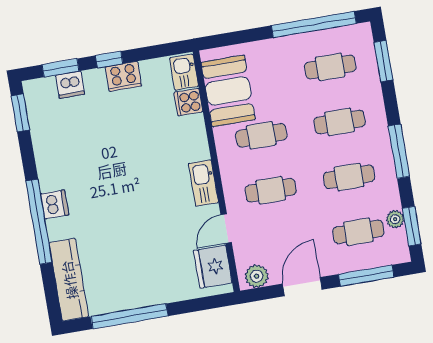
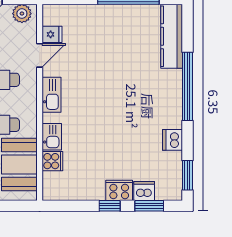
kitchen sink: (184, 72) -> (52, 137), moved
cooker: (123, 76) -> (119, 190), moved
dishwasher: (55, 204) -> (172, 140), moved
fridge: (213, 267) -> (52, 34), width x0.53, depth x0.75

